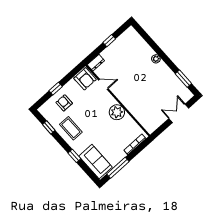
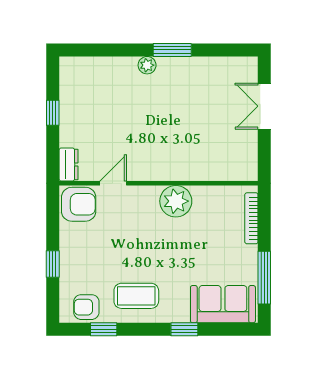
window: (183, 79) -> (172, 50), moved
armchair: (64, 103) -> (86, 307), moved

